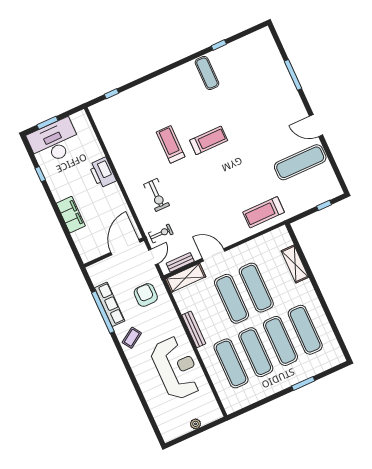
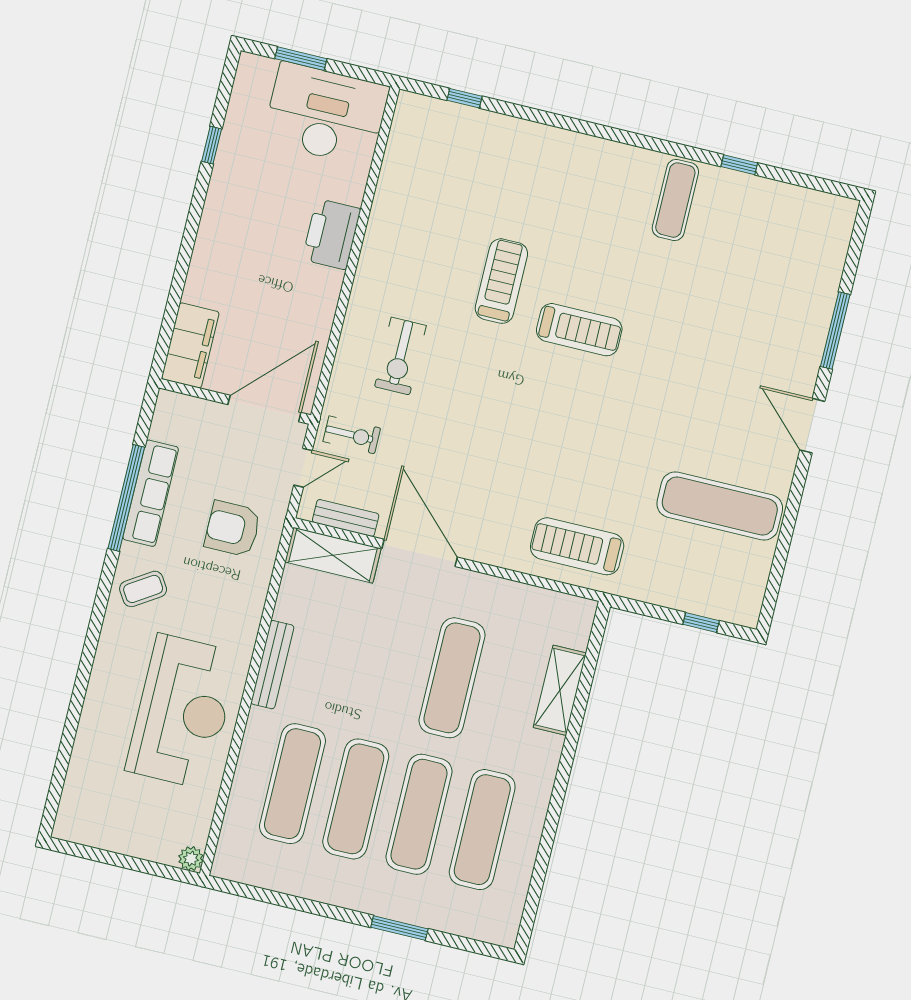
door: (316, 126) -> (812, 426), moved
desk: (54, 142) -> (326, 114), moved
filing cabinet: (71, 215) -> (190, 345), moved
door: (214, 255) -> (420, 553), width x1.36
armchair: (146, 295) -> (233, 529), turned -90
exercise mat: (232, 299) -> (389, 663), removed
plant: (195, 424) -> (191, 859), moved

